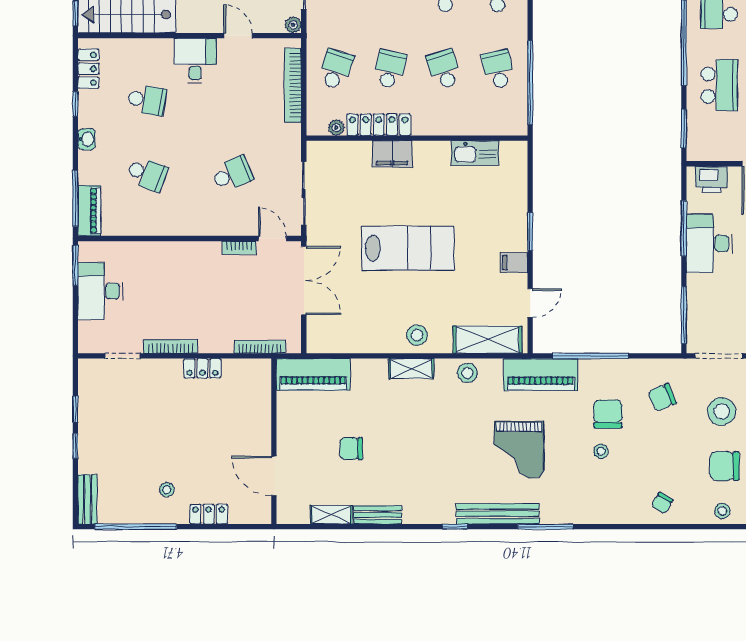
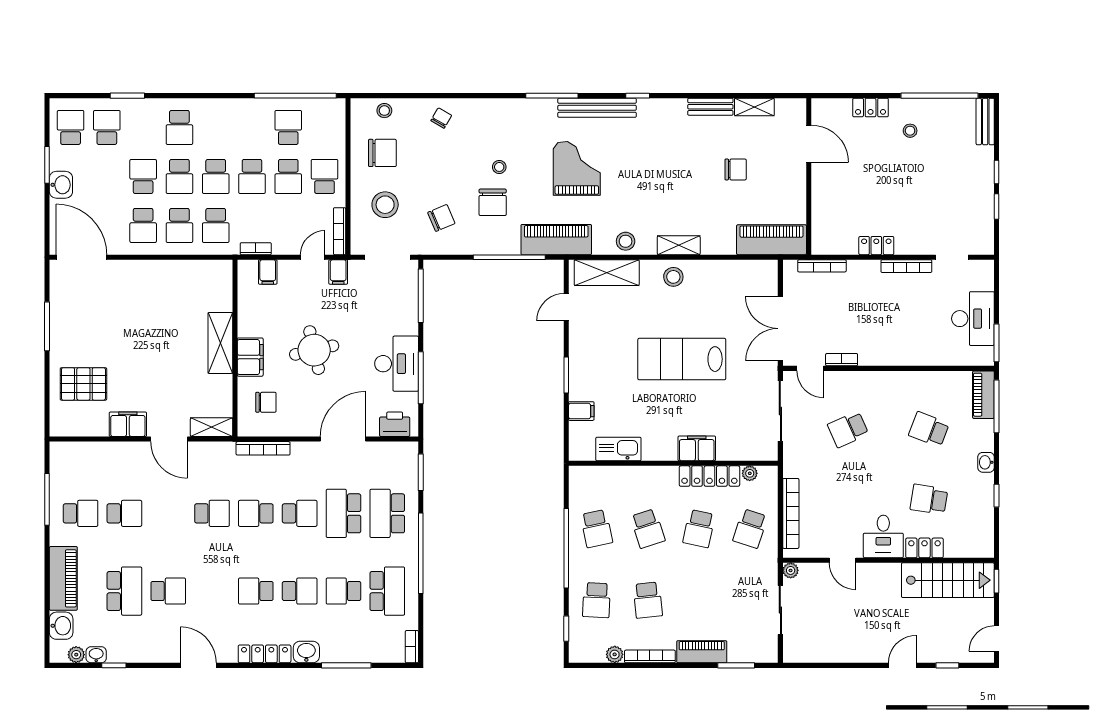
locker: (88, 69) -> (924, 548), moved, turned 90
window: (530, 83) -> (566, 548), moved
filing cabinet: (514, 263) -> (581, 411), moved

